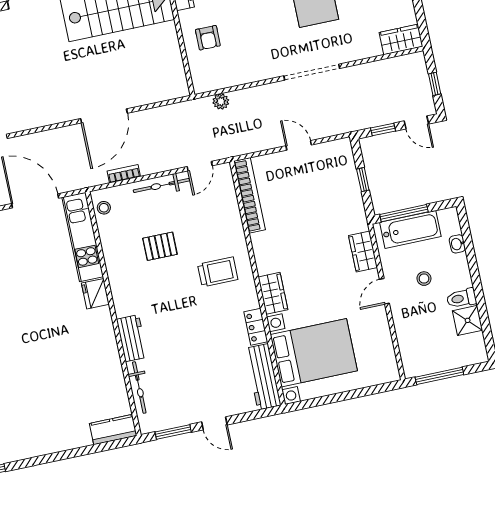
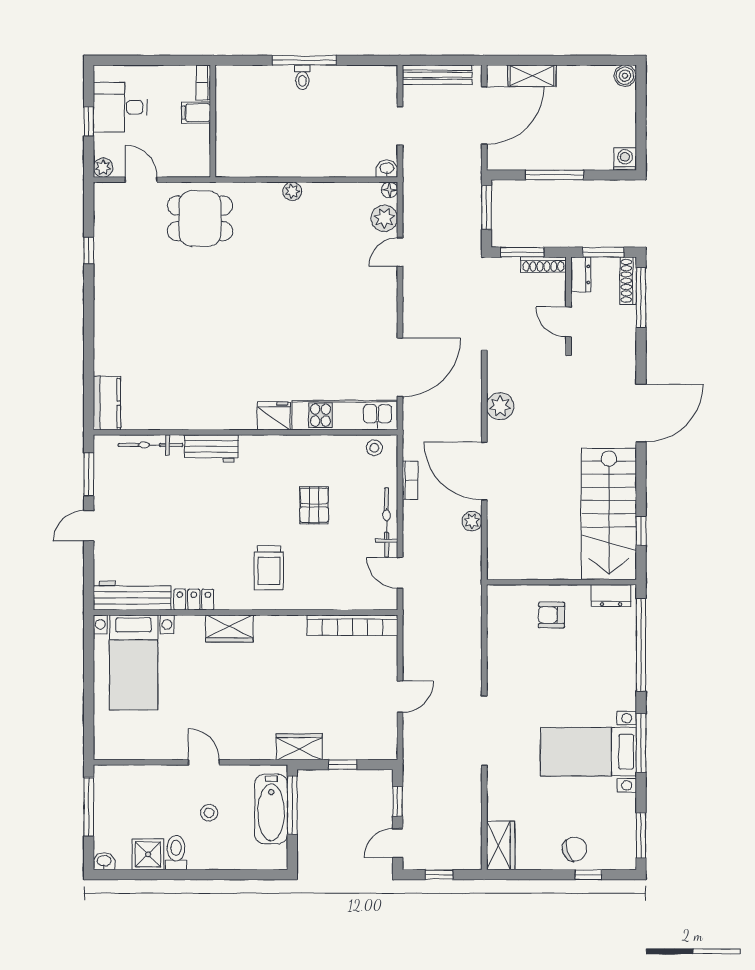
plant: (221, 102) -> (472, 521), moved
plant: (49, 114) -> (500, 406), added
washbasin: (457, 244) -> (104, 861), moved
wardrobe: (363, 252) -> (299, 747), moved
bed with nightstands: (314, 353) -> (134, 662), width x0.73

